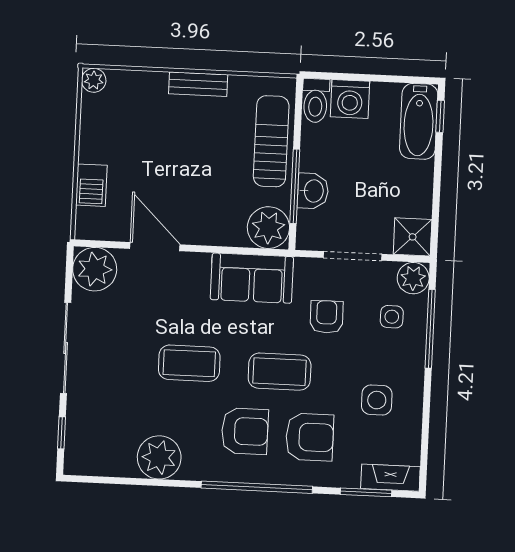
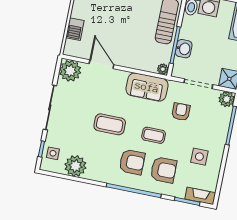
plant: (268, 228) -> (163, 69), width x0.53, depth x0.53
side table: (392, 317) -> (53, 153), moved
coffee table: (280, 372) -> (154, 135), width x0.73, depth x0.77
plant: (159, 457) -> (75, 166), moved

